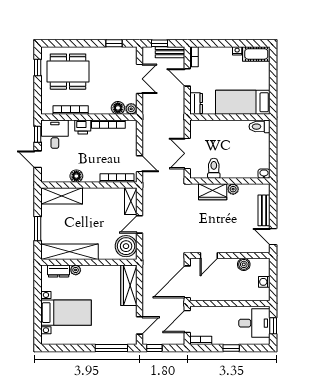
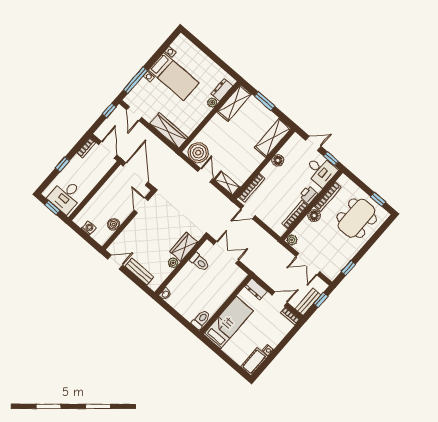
floor lamp: (118, 108) -> (314, 216), moved
shelving: (70, 252) -> (234, 103), width x0.68
bed with nightstands: (66, 313) -> (174, 76), moved, turned -90

